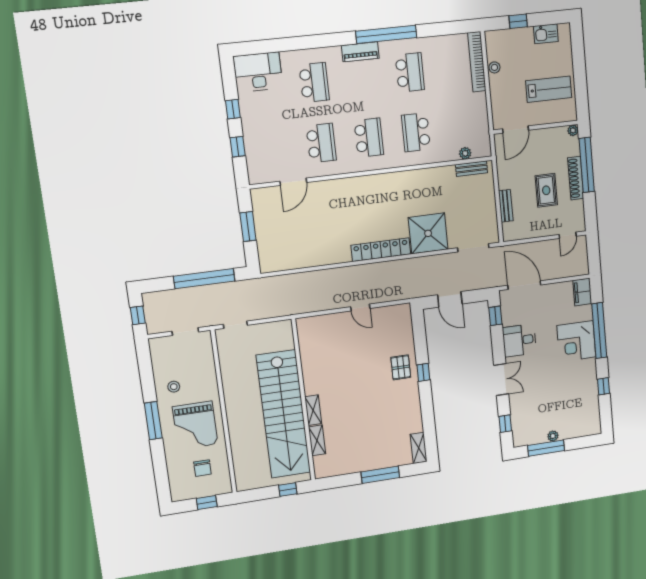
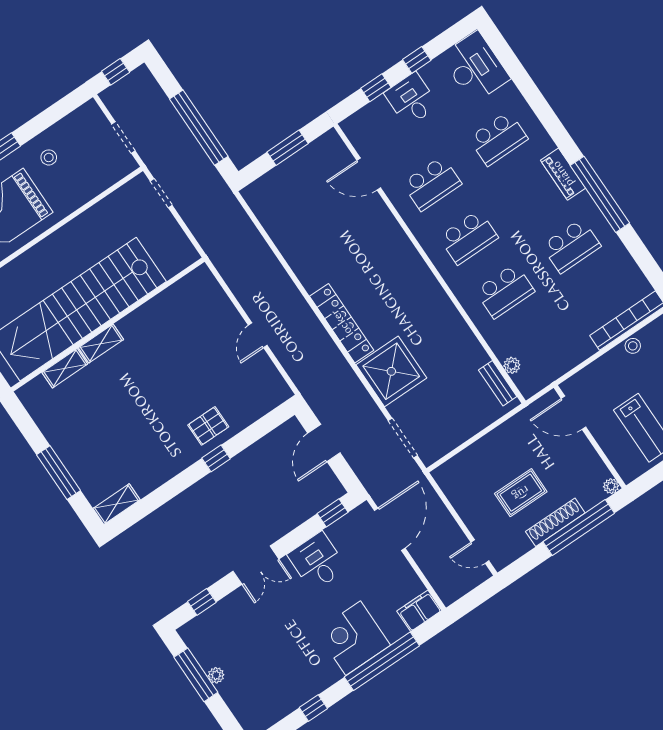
desk: (258, 127) -> (411, 99), added
school desk: (416, 132) -> (505, 291), turned 180
bench: (506, 206) -> (475, 451), removed

